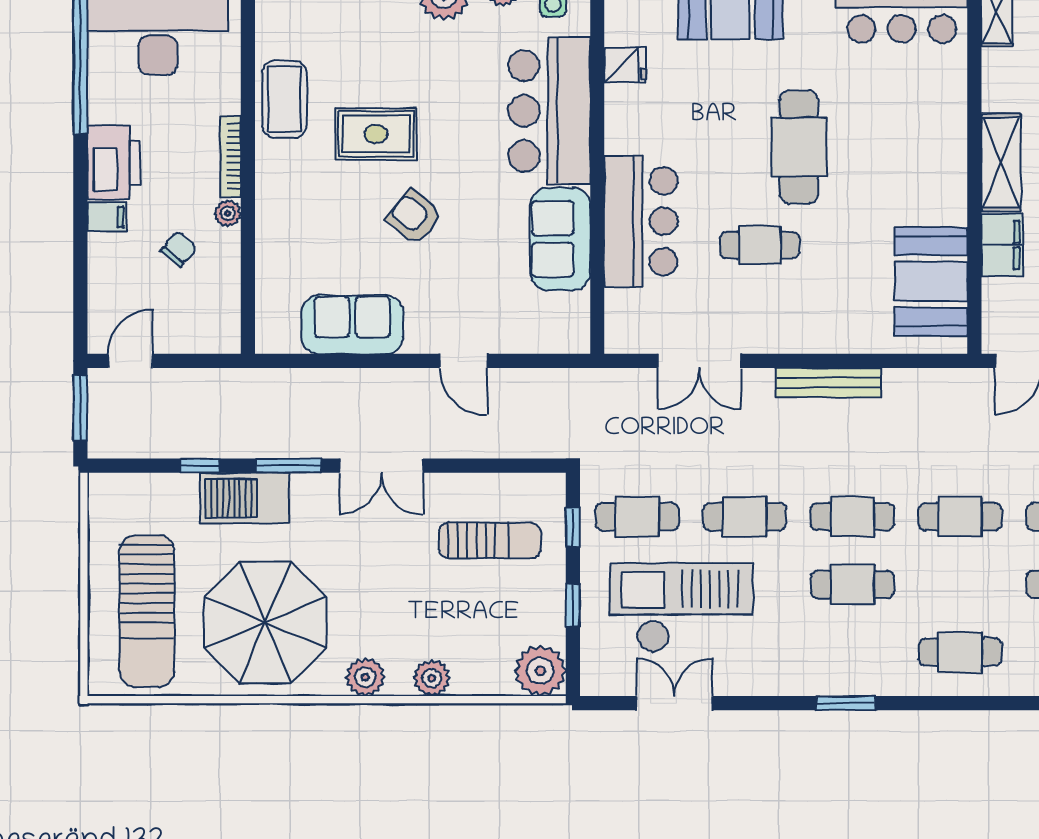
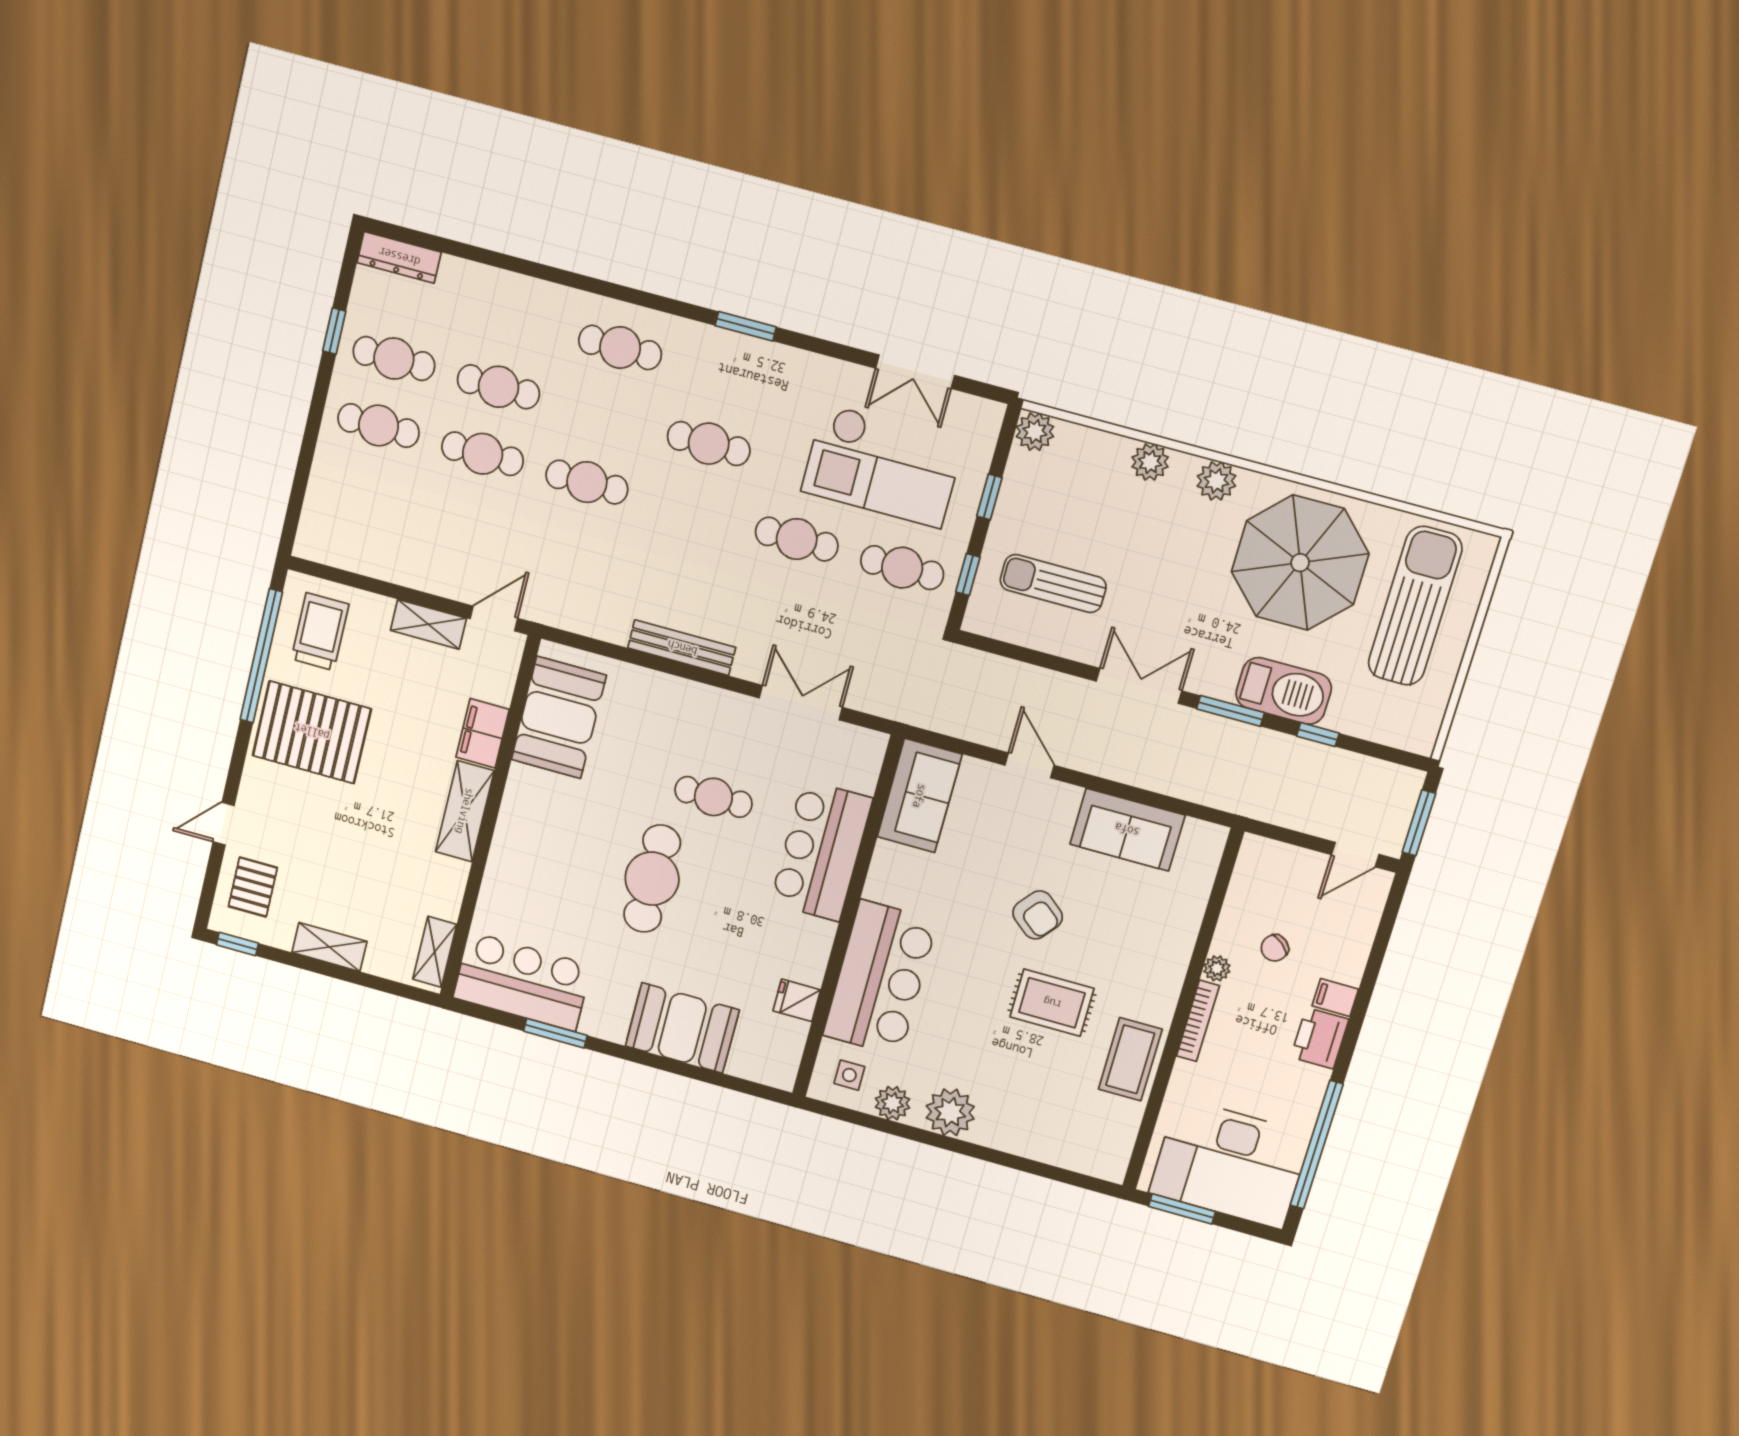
printer: (114, 162) -> (1320, 1038), width x0.73, depth x0.84
sofa: (560, 239) -> (920, 796), moved
cafe table: (852, 517) -> (692, 511), removed
plant: (540, 671) -> (1035, 432), width x0.73, depth x0.73

